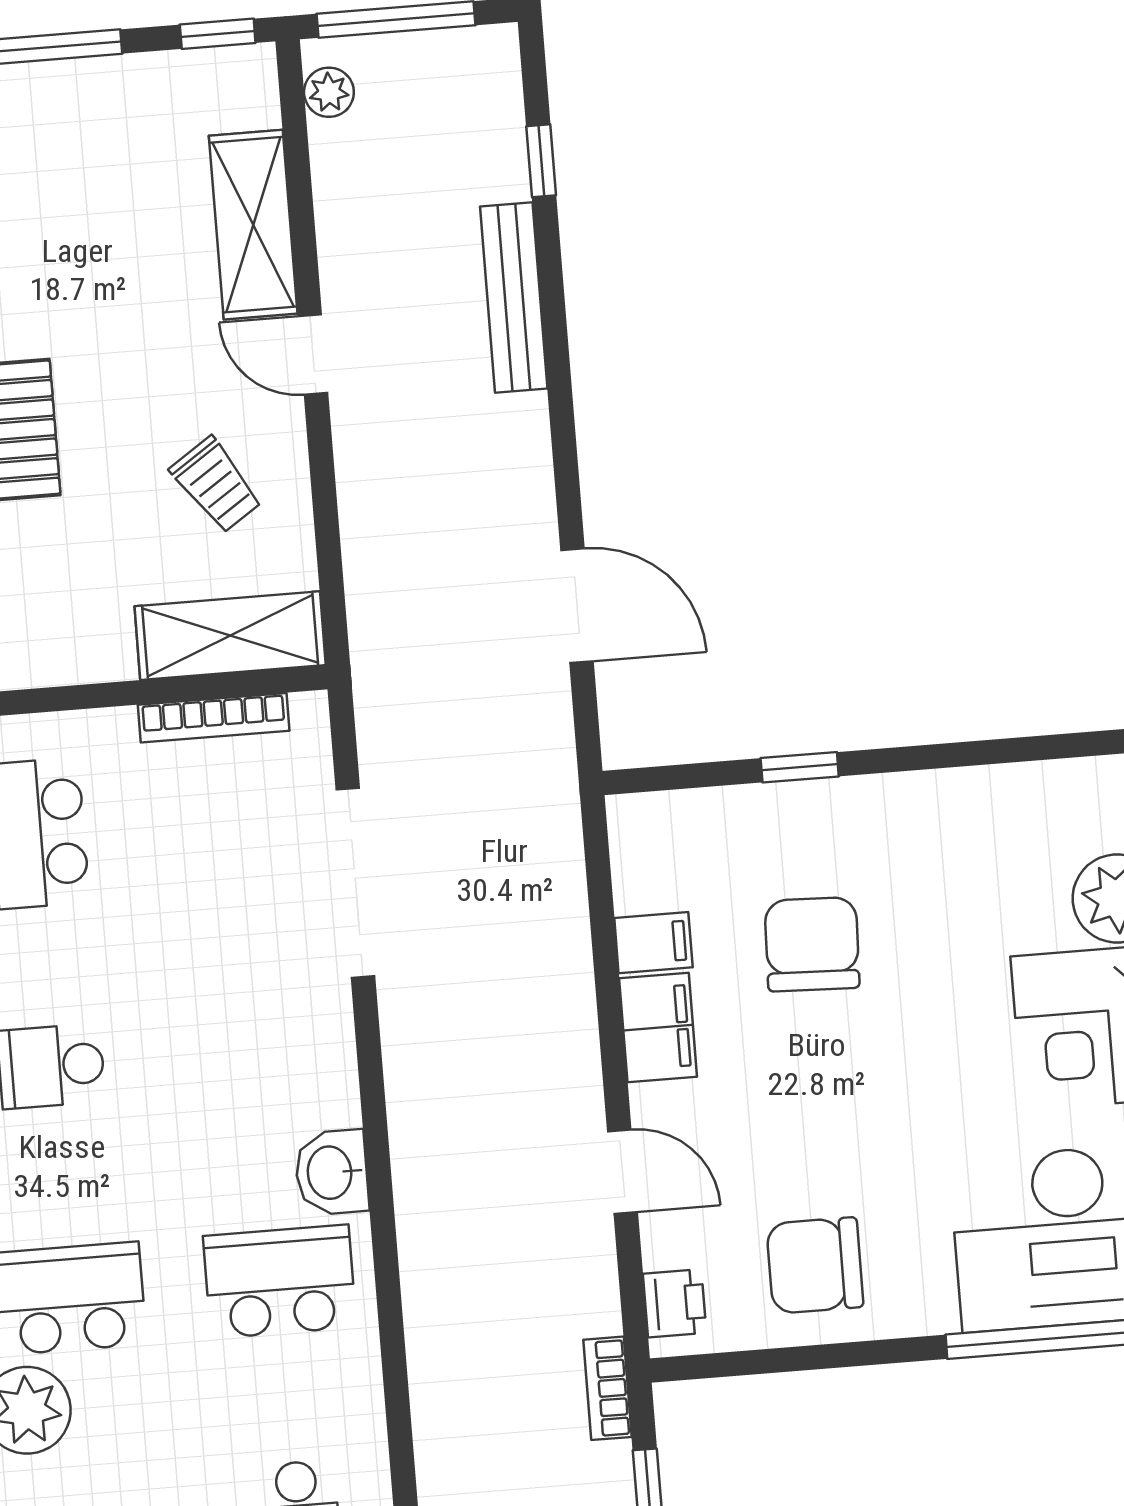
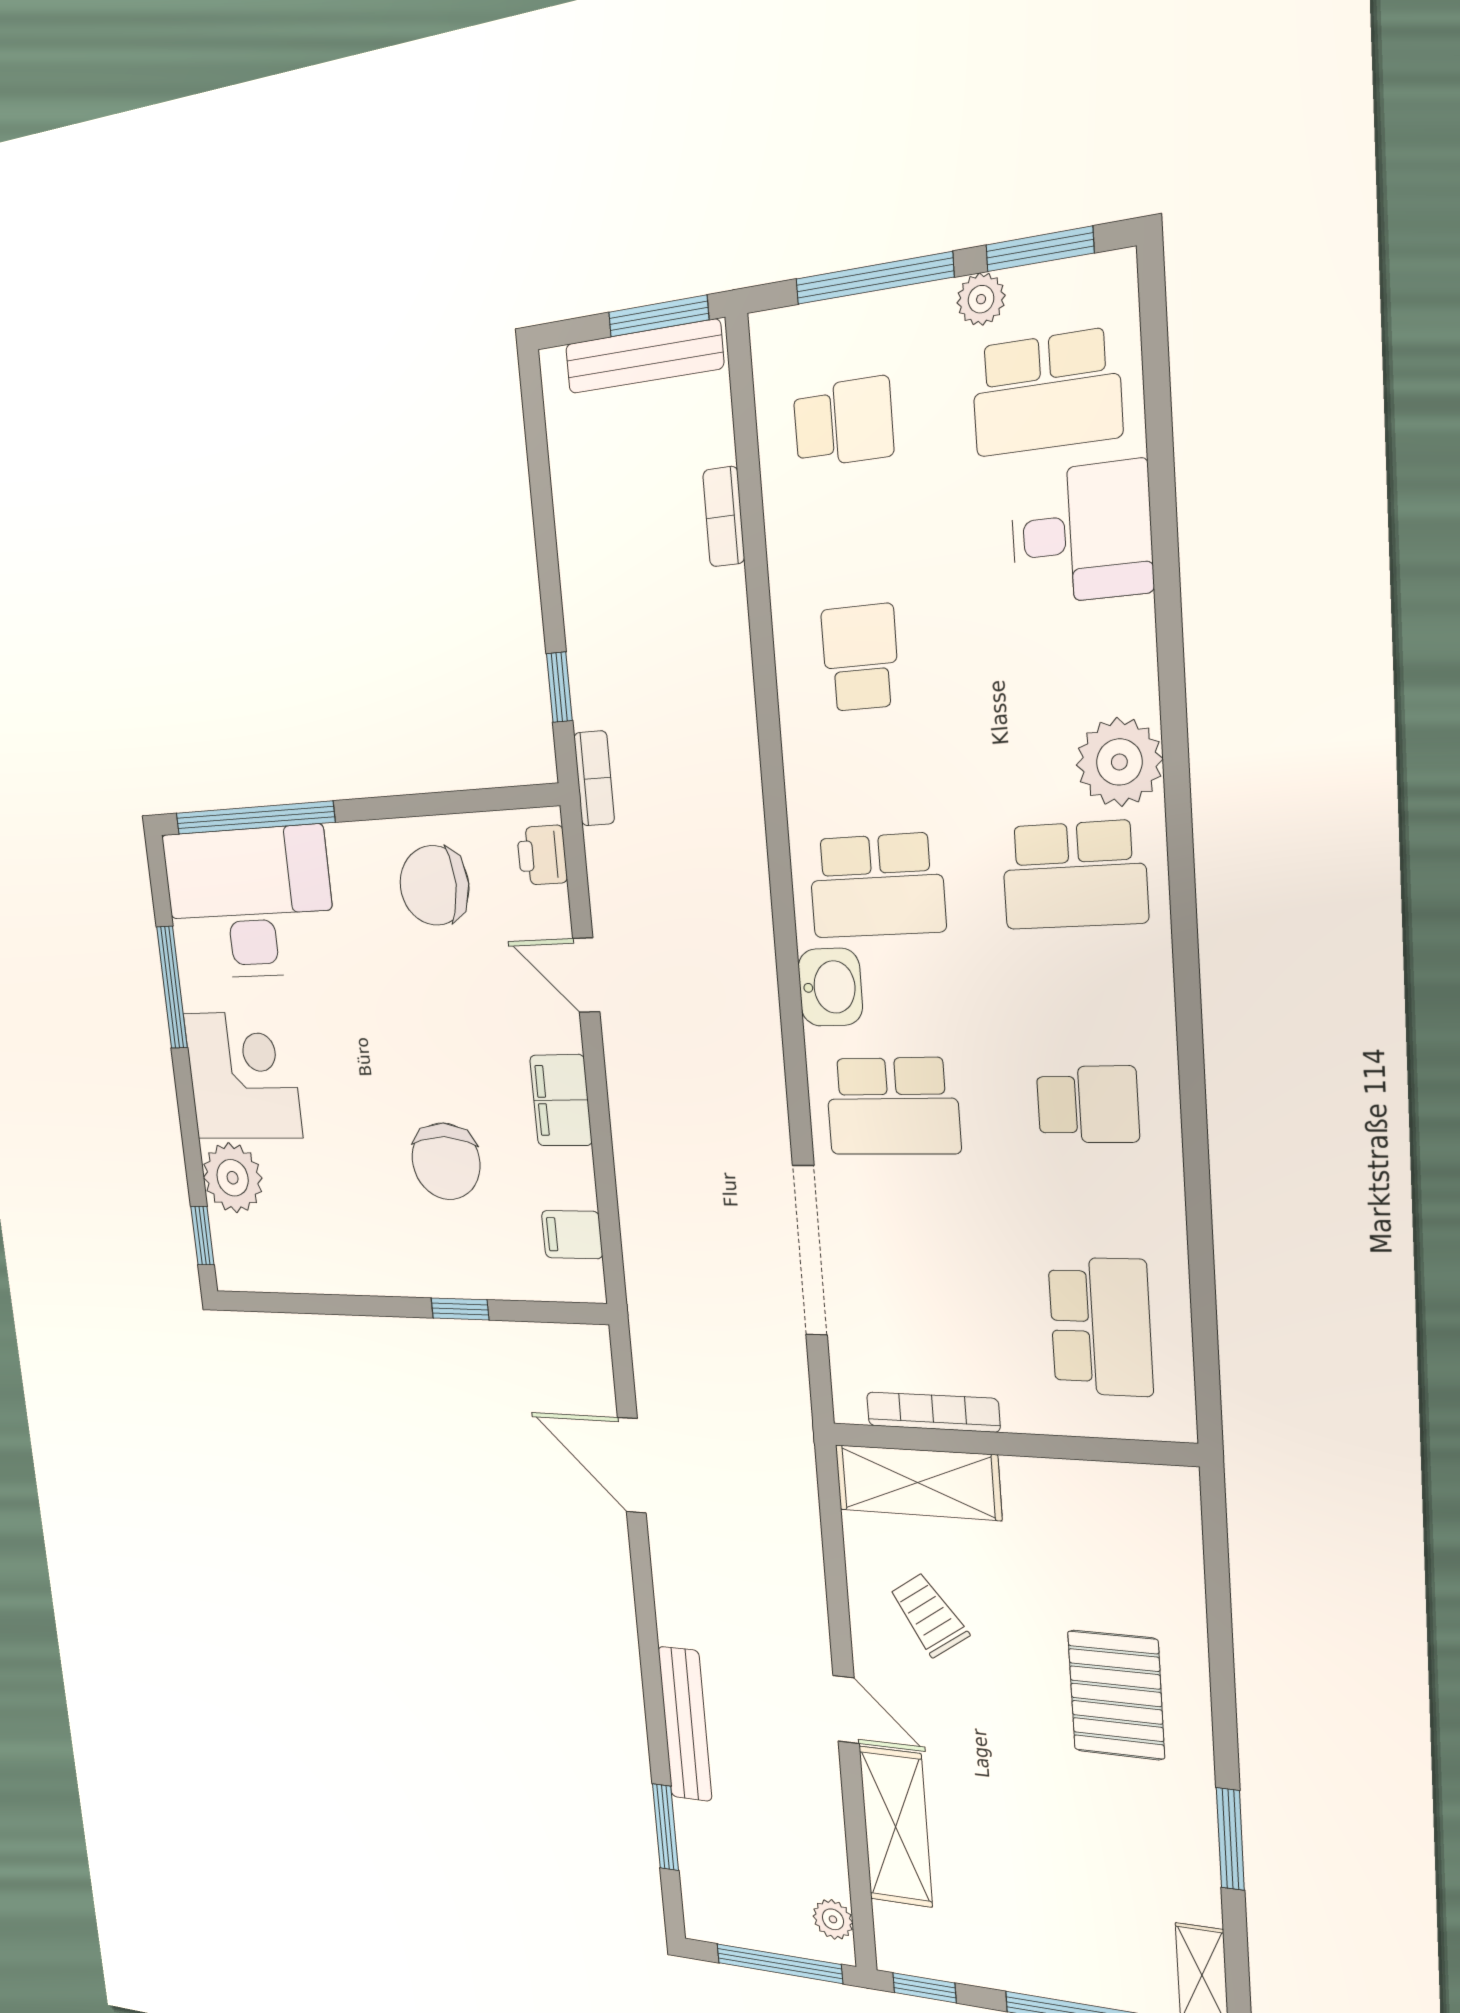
window: (541, 161) -> (665, 1827), width x1.50
filing cabinet: (653, 943) -> (572, 1235), moved
school desk: (261, 1049) -> (893, 1106), added
chair: (815, 1265) -> (434, 885), turned 180

